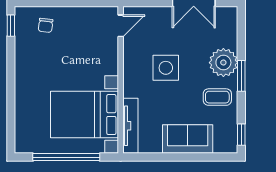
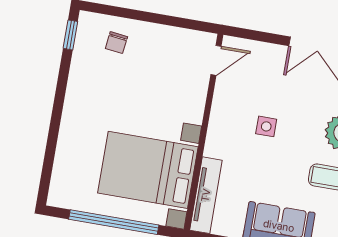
side table: (166, 68) -> (266, 126), width x0.54, depth x0.54

